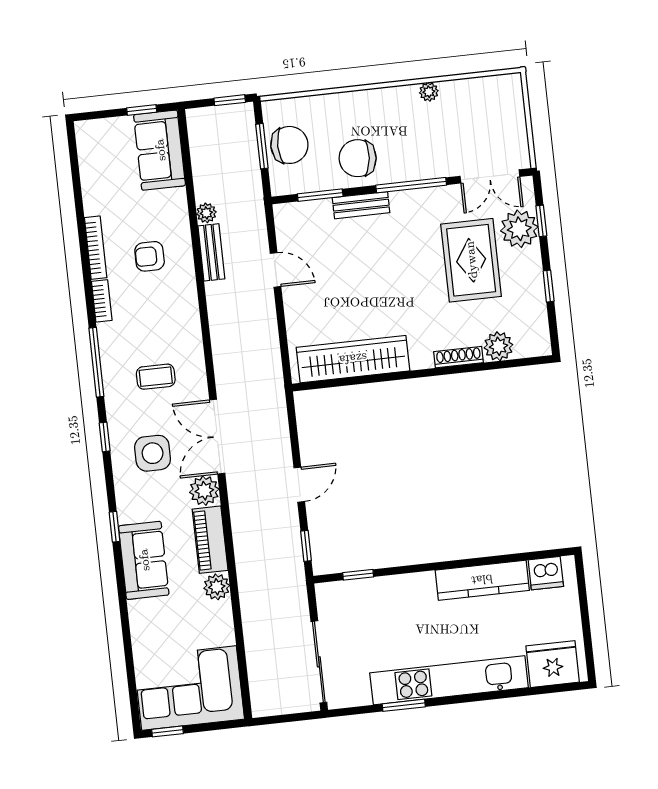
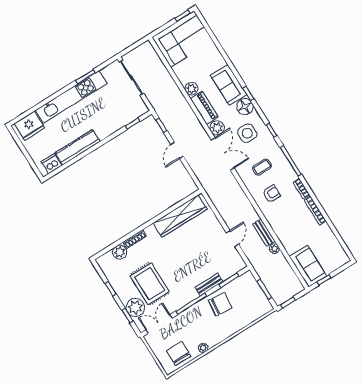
chair: (289, 145) -> (179, 353), moved, turned 90
armchair: (150, 256) -> (271, 194), moved
door: (276, 270) -> (232, 238), swing flipped
floor lamp: (133, 505) -> (245, 107), added

